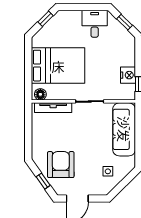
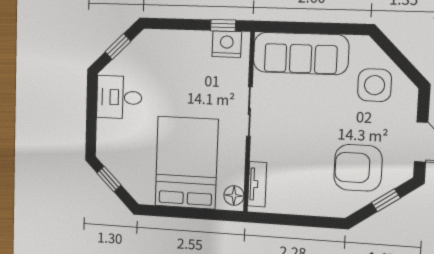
nightstand: (128, 75) -> (227, 44), moved
tv unit: (53, 108) -> (257, 184), width x0.71
side table: (108, 171) -> (375, 85), width x1.87, depth x1.87

